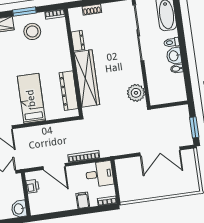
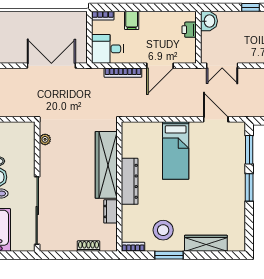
dresser: (69, 91) -> (130, 181), moved
plant: (136, 93) -> (45, 139), width x0.53, depth x0.53
double door: (160, 151) -> (51, 66), moved
door: (54, 166) -> (160, 66), swing flipped
printer: (32, 186) -> (189, 30), moved

